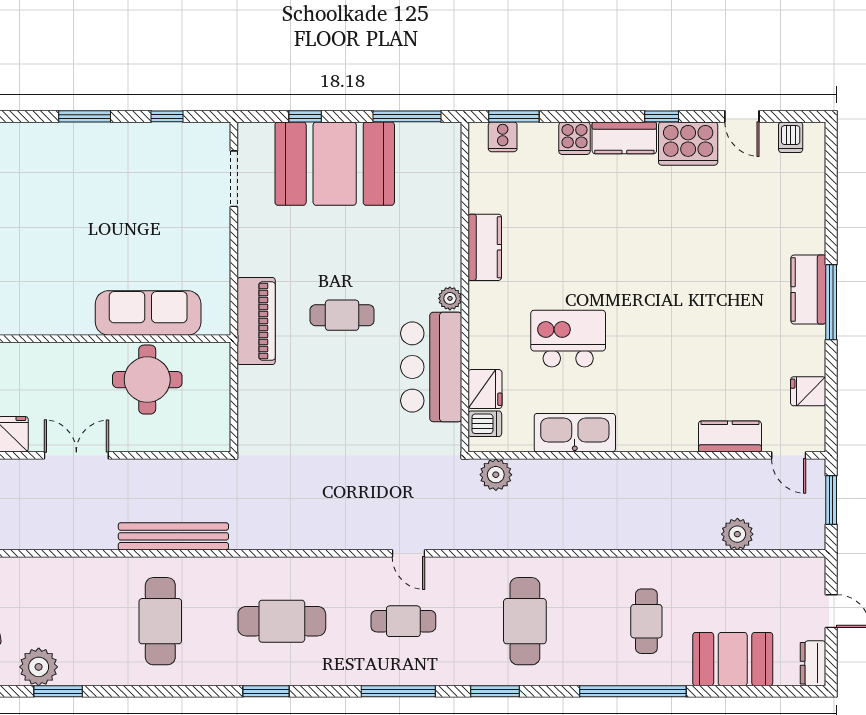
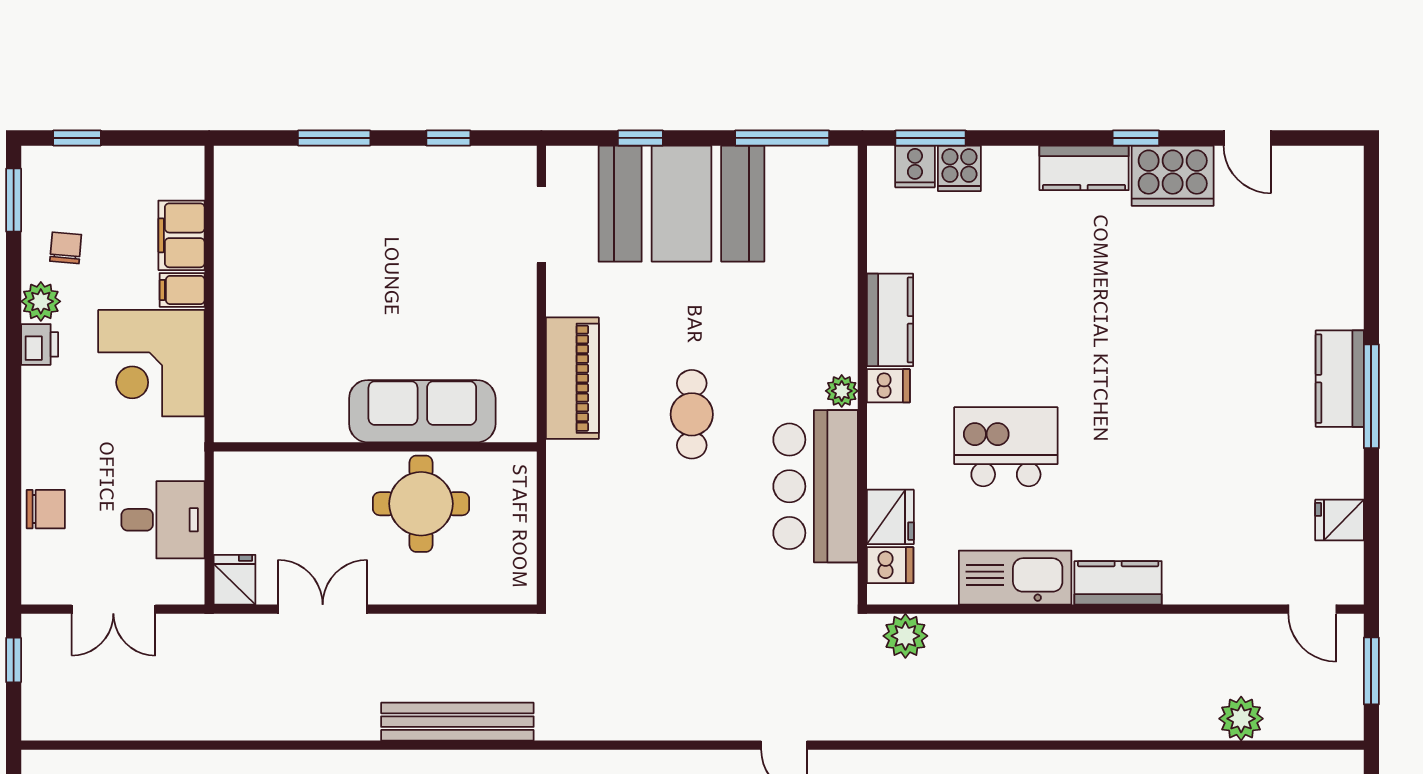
dishwasher: (791, 137) -> (888, 386), moved, turned -90
cooker: (575, 138) -> (959, 168), moved
cafe table: (342, 315) -> (692, 414), turned 90
piano: (256, 321) -> (572, 378), moved
kitchen counter: (730, 436) -> (1118, 583), moved

